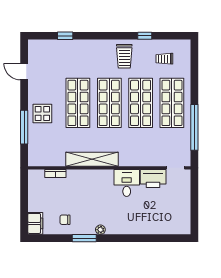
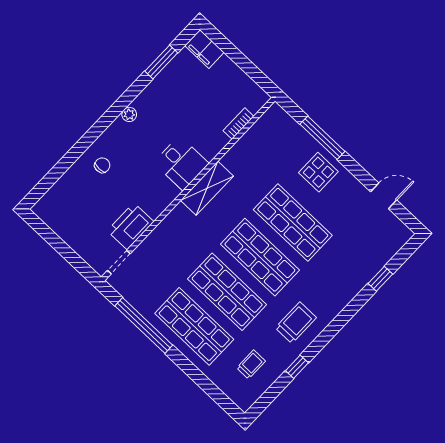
trolley: (124, 56) -> (296, 323), turned 90
shelving: (92, 159) -> (207, 188), width x0.68
desk: (127, 183) -> (181, 163), moved
chair: (65, 220) -> (102, 165), moved
window: (84, 238) -> (161, 62), moved

